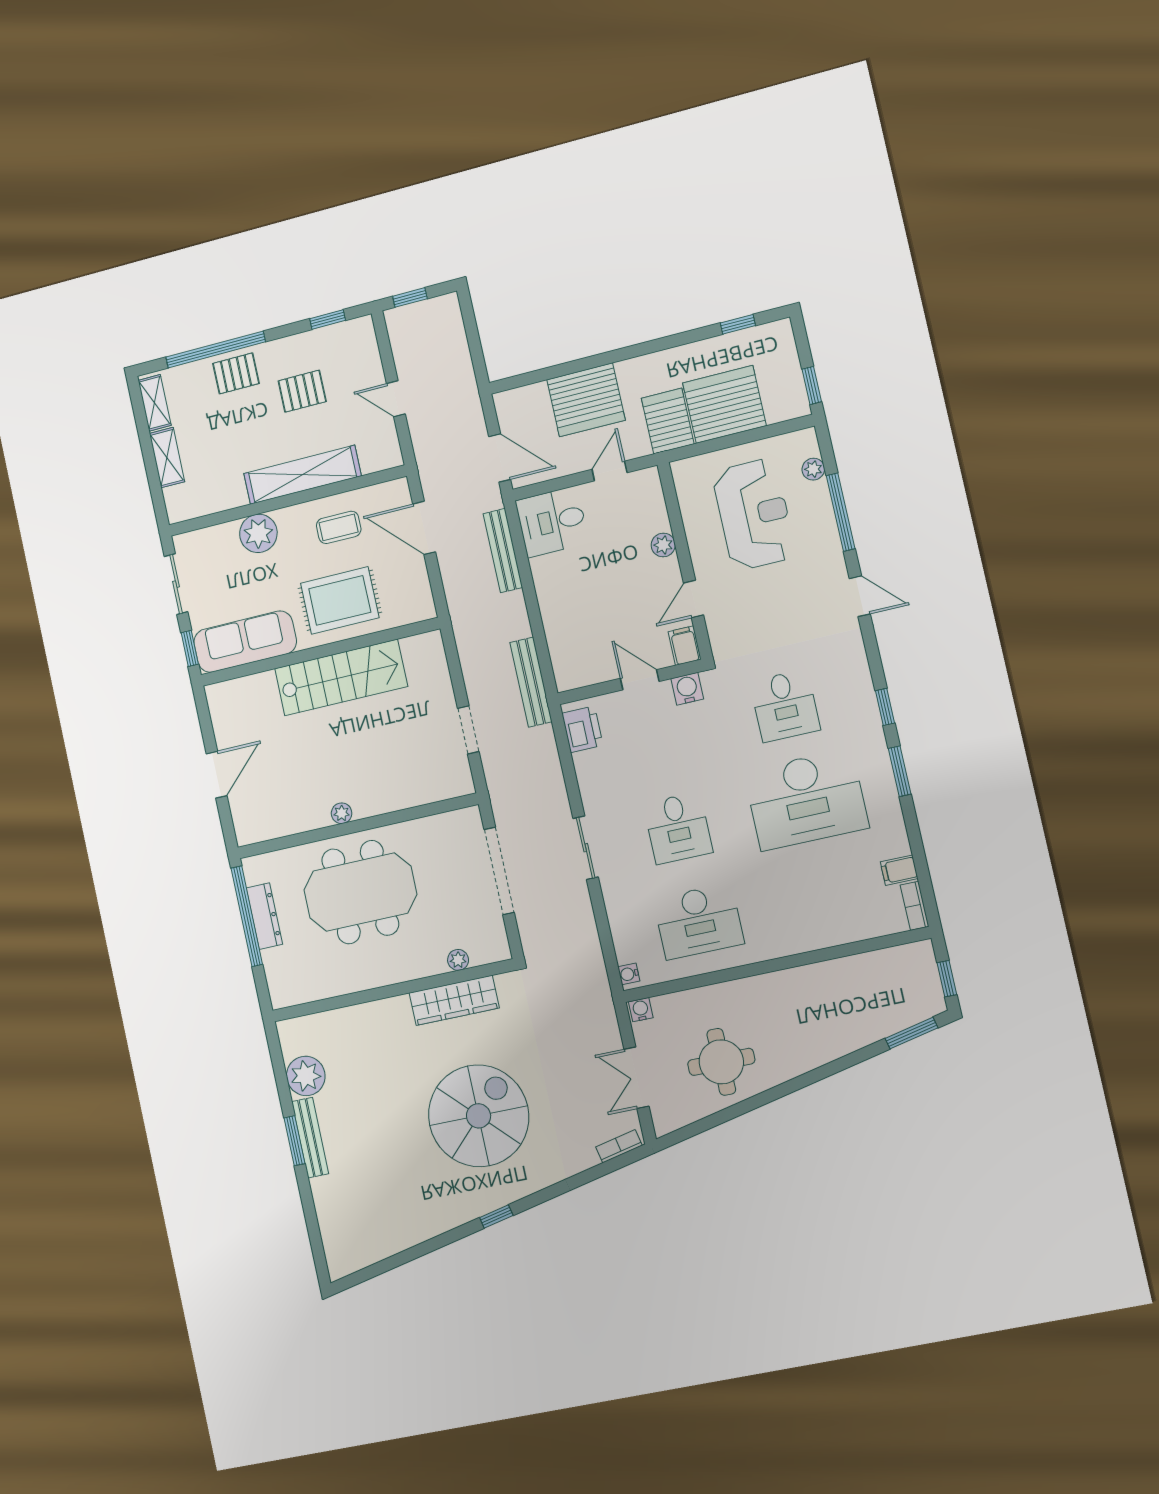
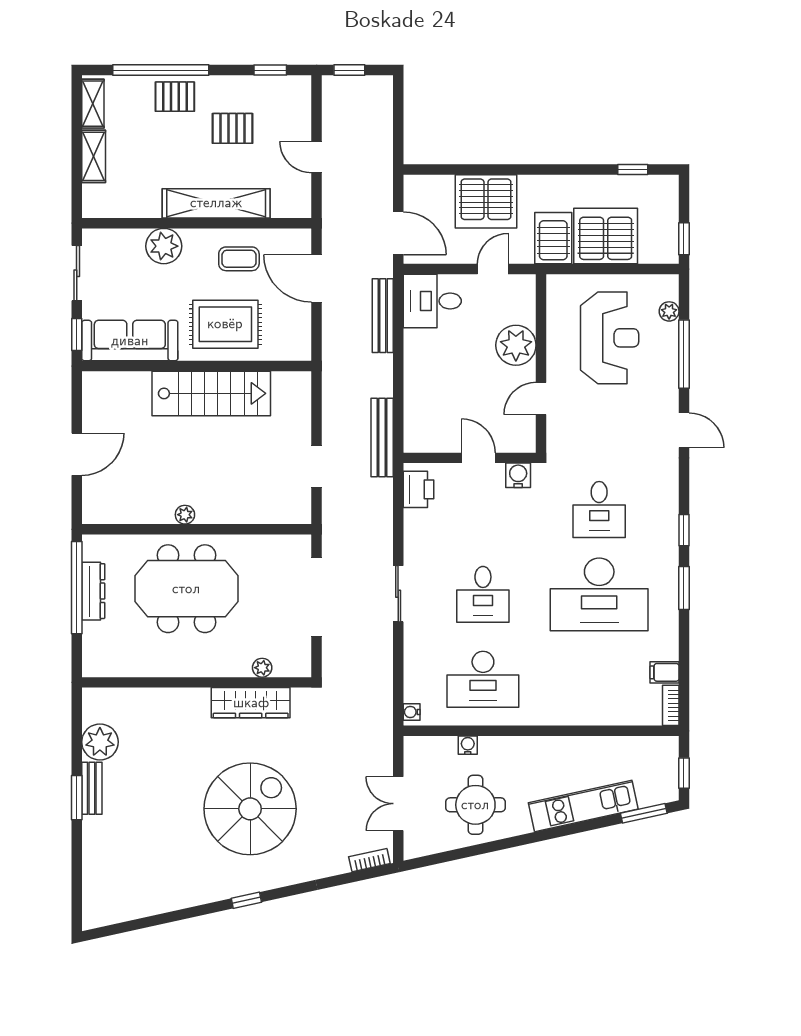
plant: (663, 545) -> (516, 345), width x1.87, depth x1.87
filing cabinet: (685, 646) -> (524, 437), removed
water cooler: (641, 1010) -> (468, 745), moved
kitchen unit: (841, 1039) -> (583, 806), added
bench: (310, 1138) -> (92, 788), width x0.73

